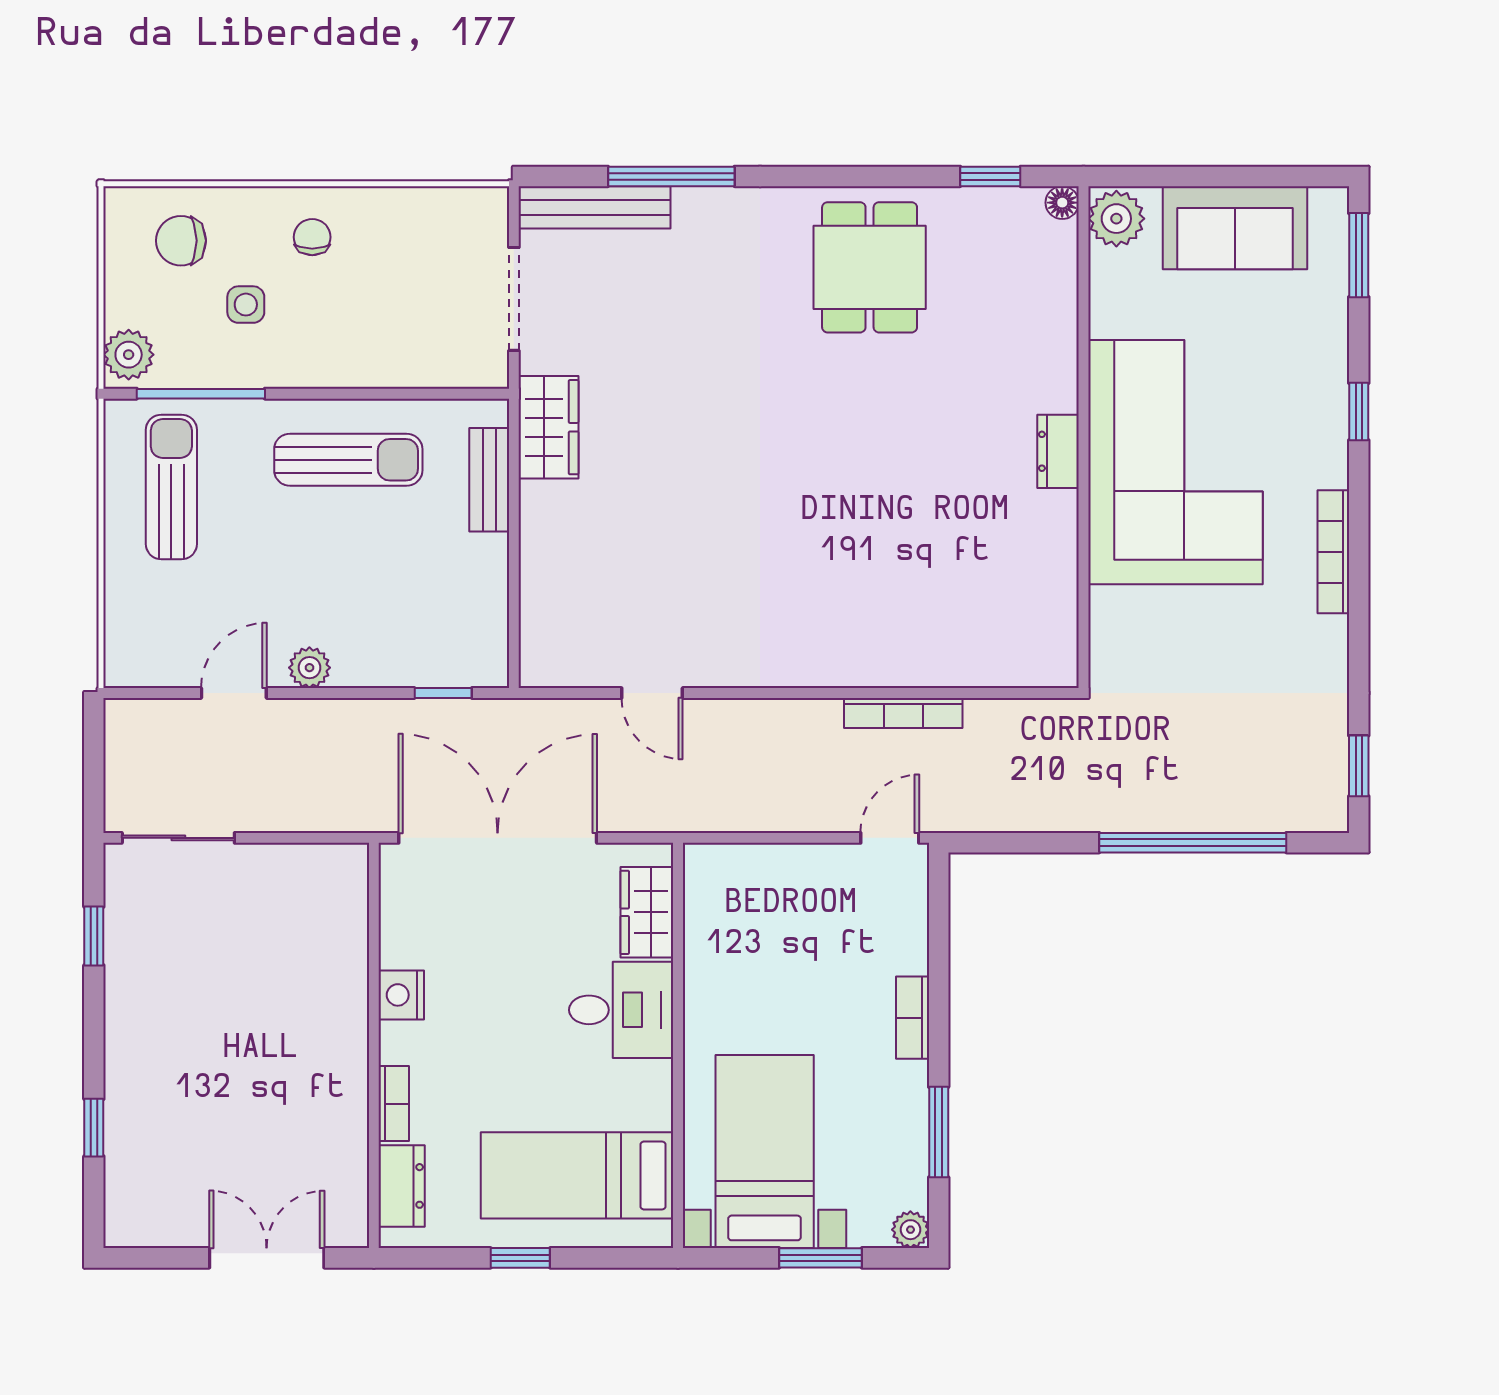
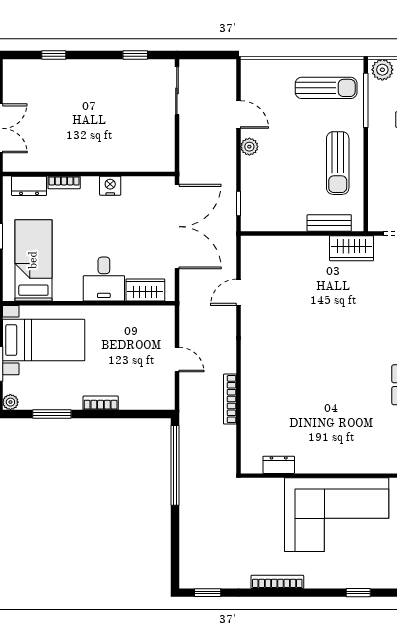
dresser: (1058, 451) -> (279, 465), moved
bookcase: (1333, 552) -> (277, 582), moved
door: (890, 838) -> (177, 360), moved
window: (1193, 843) -> (175, 465), moved

